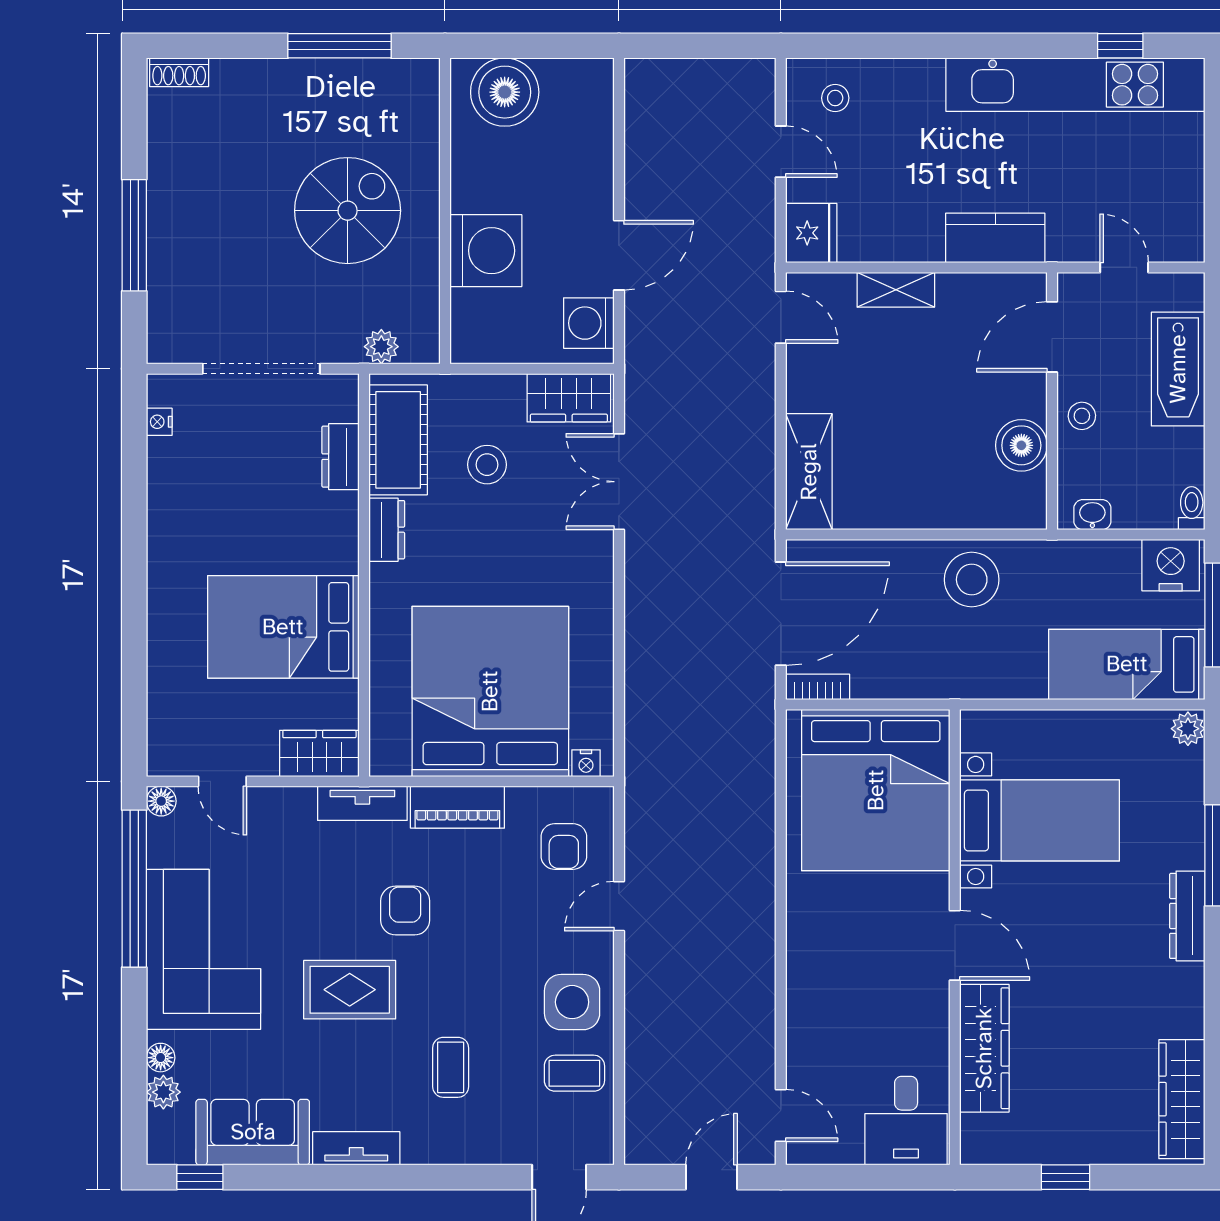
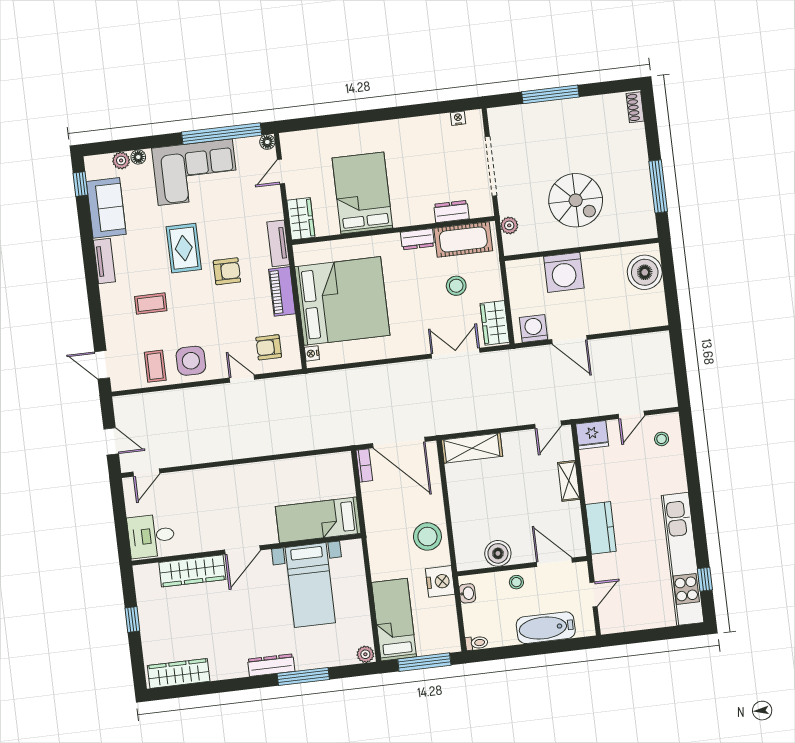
nightstand: (1171, 565) -> (440, 581), moved
bed: (876, 790) -> (318, 520), width x0.49

